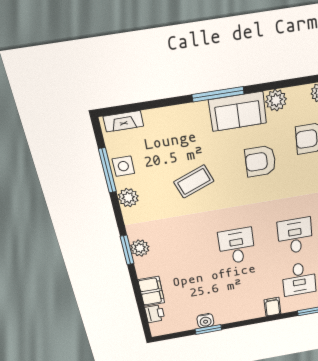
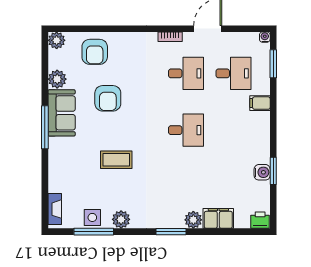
coffee table: (194, 182) -> (116, 160), turned -69
desk: (295, 236) -> (186, 73), turned 180
desk: (237, 246) -> (186, 130), turned 180
plant: (140, 248) -> (193, 220), moved
printer: (155, 314) -> (260, 220), moved

